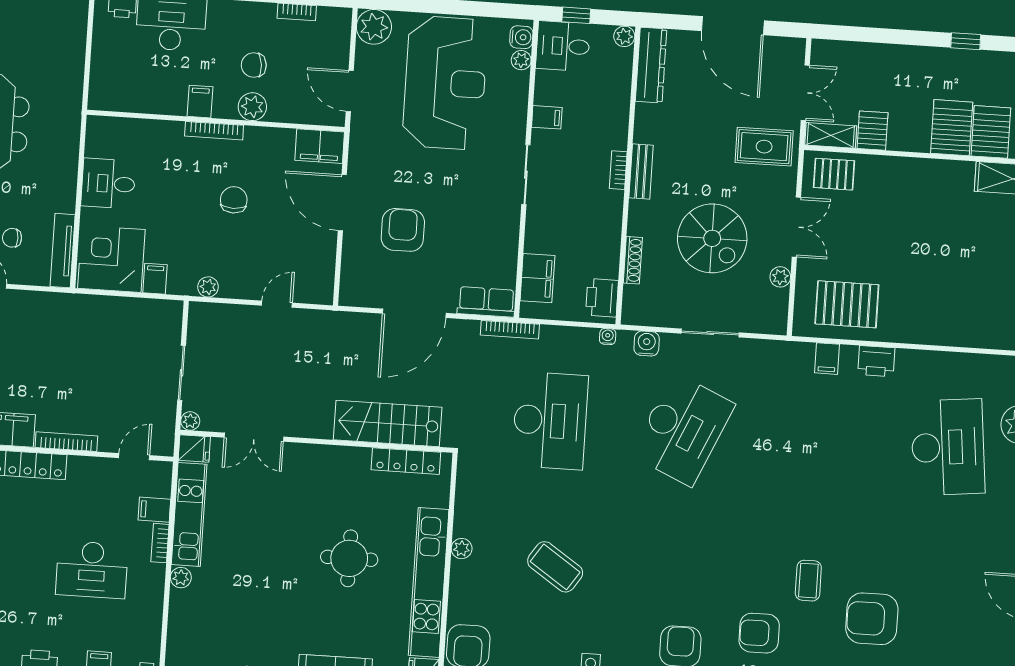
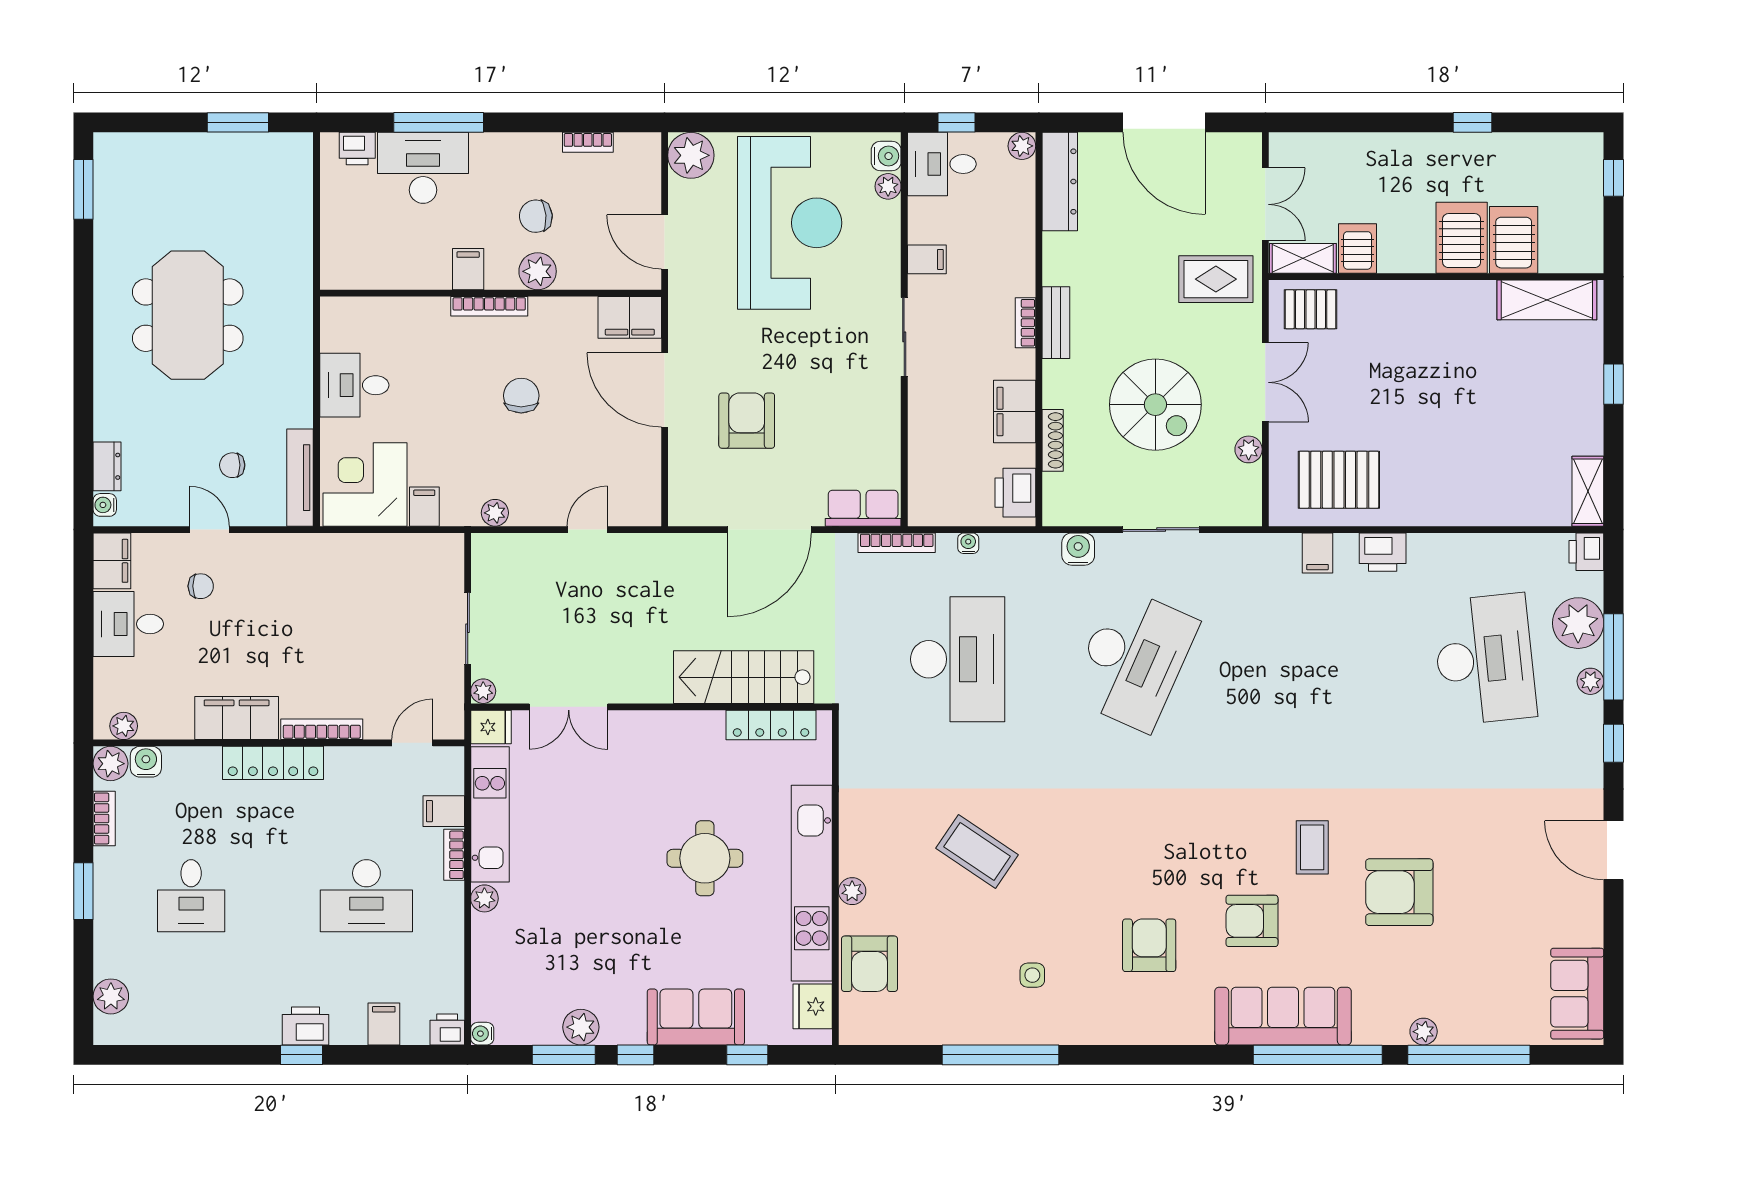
filing cabinet: (537, 278) -> (1015, 412), moved, turned 180
water cooler: (608, 337) -> (968, 543), moved
plant: (462, 549) -> (852, 891), moved

